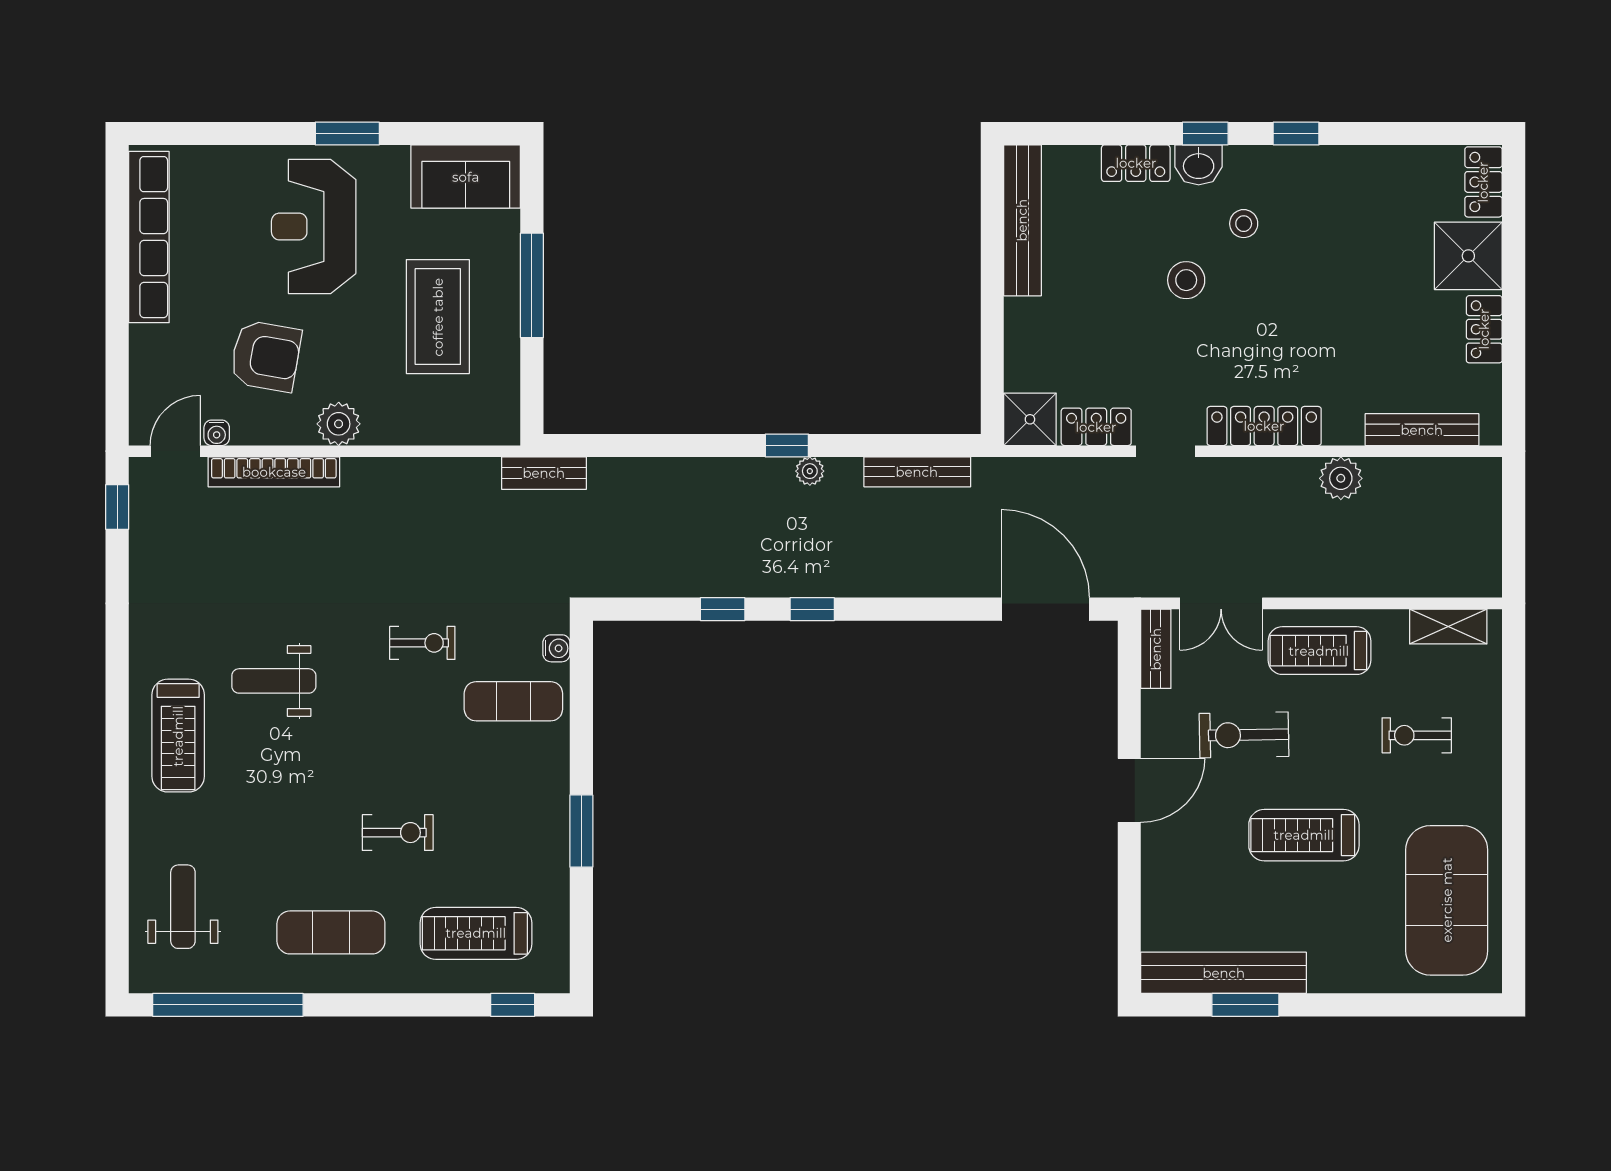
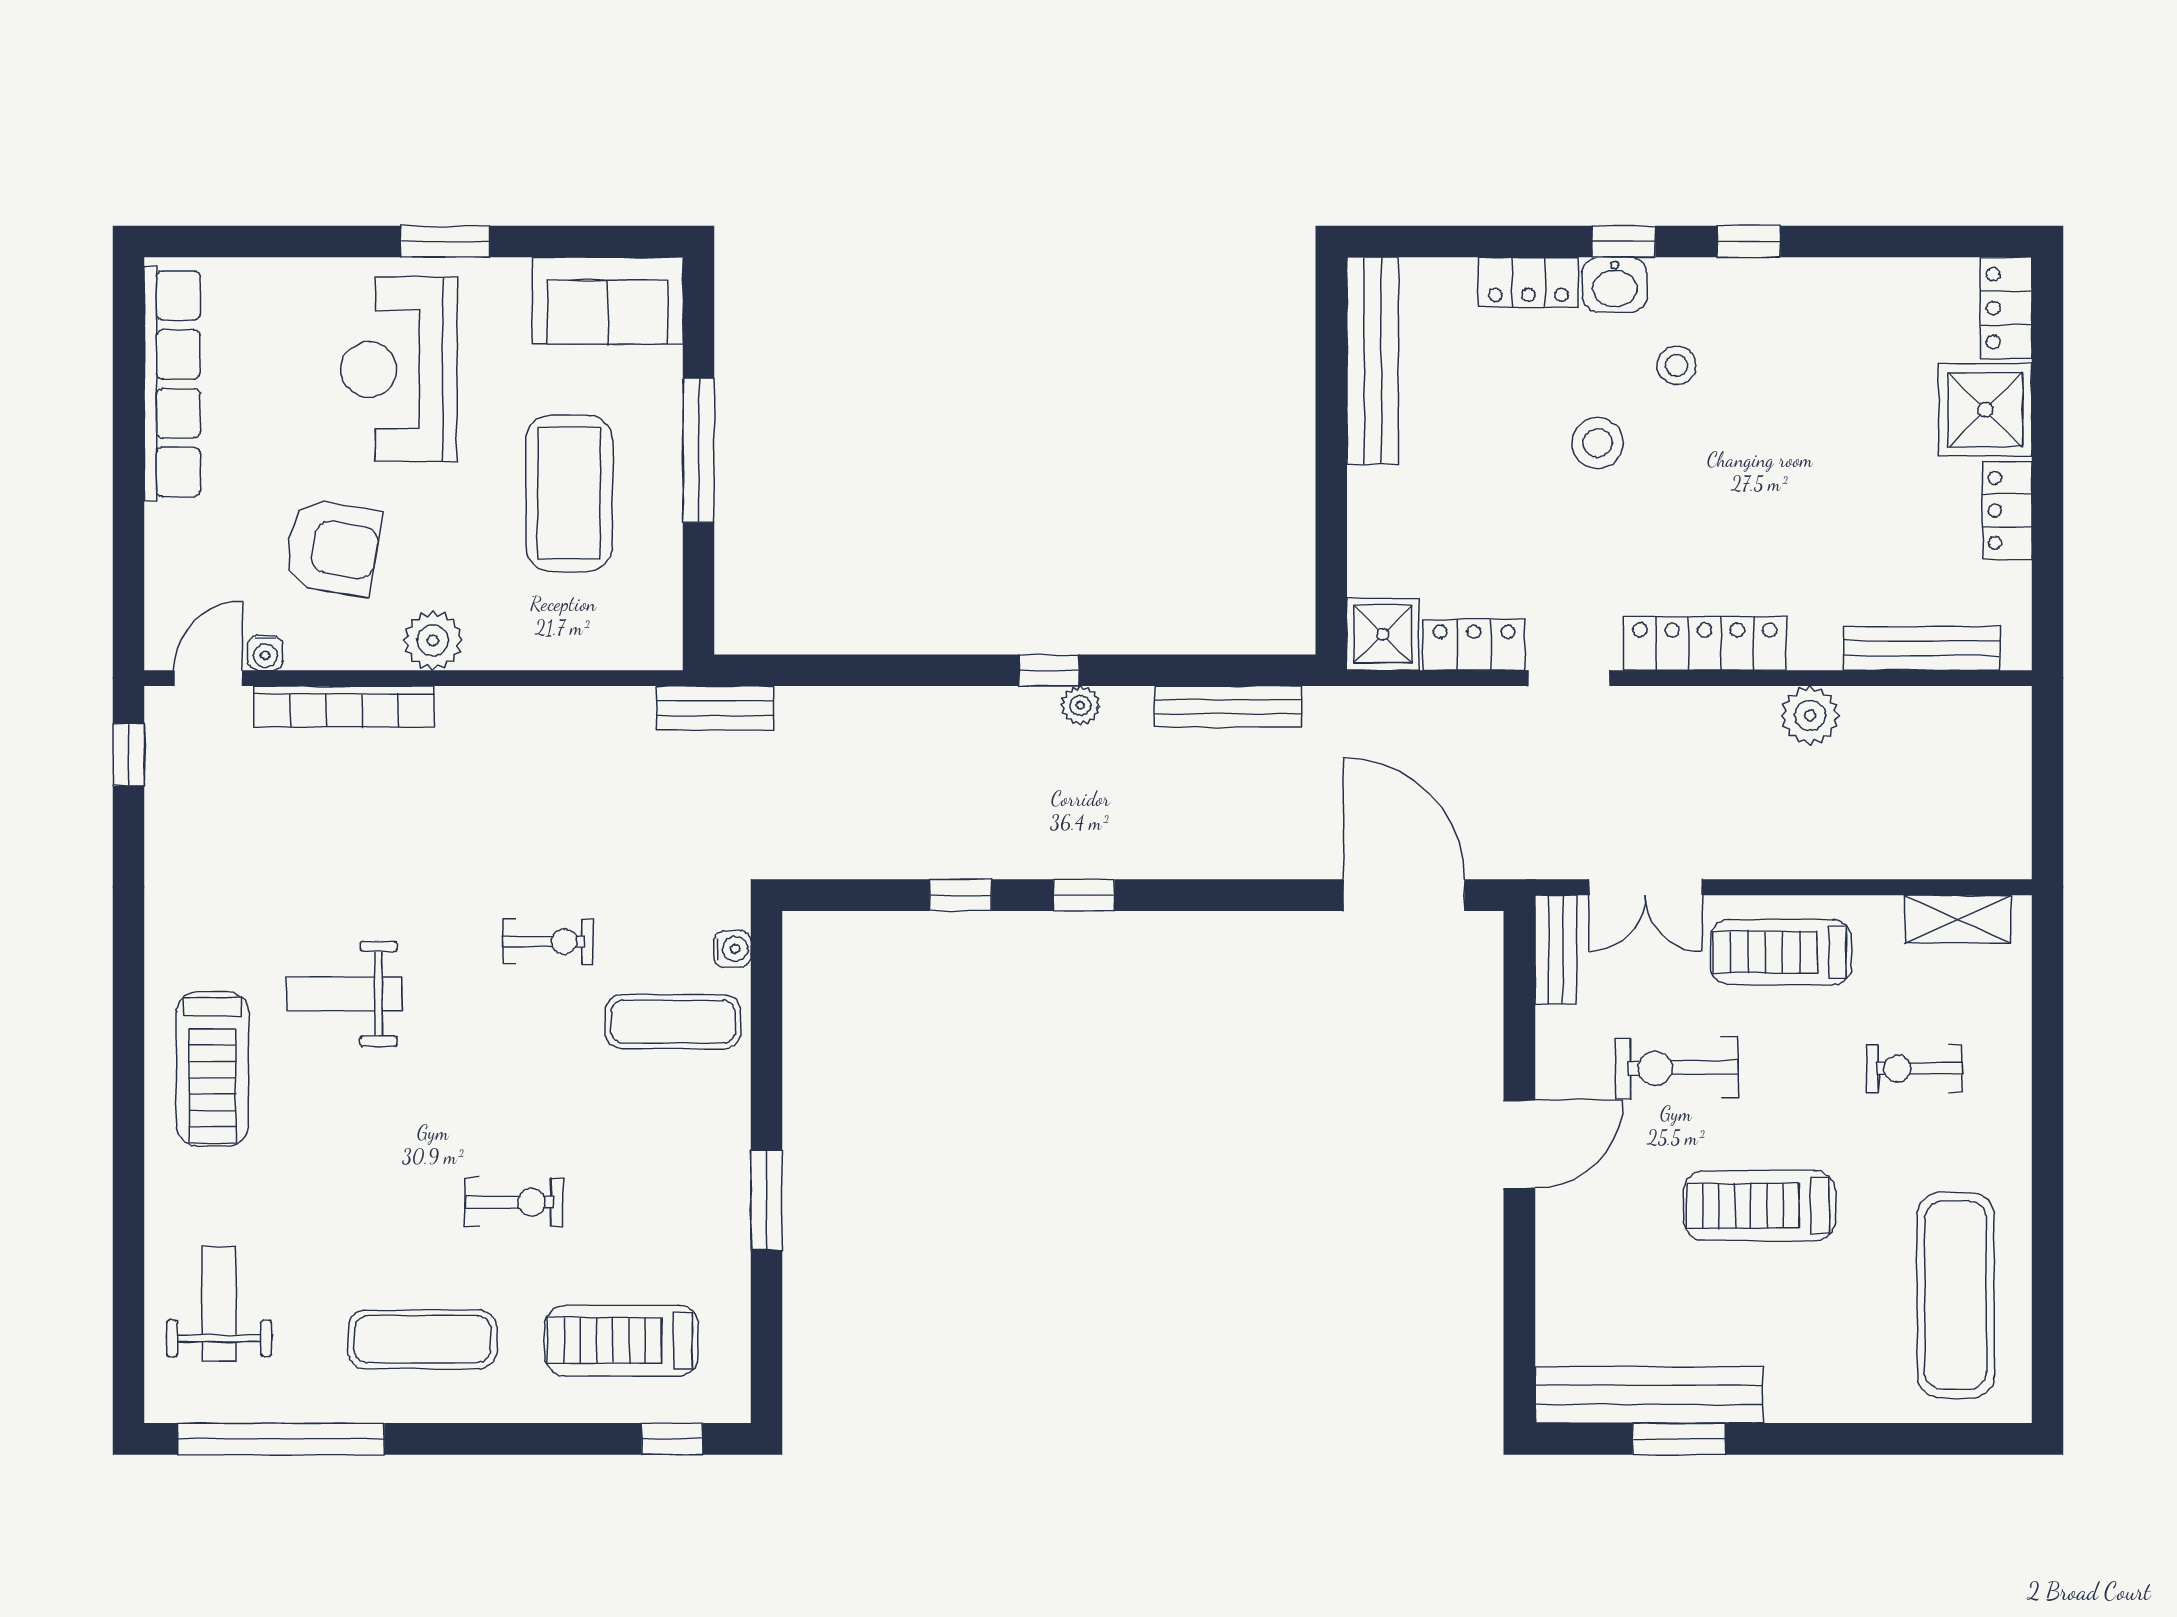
exercise mat: (1447, 900) -> (1956, 1295), width x0.68

